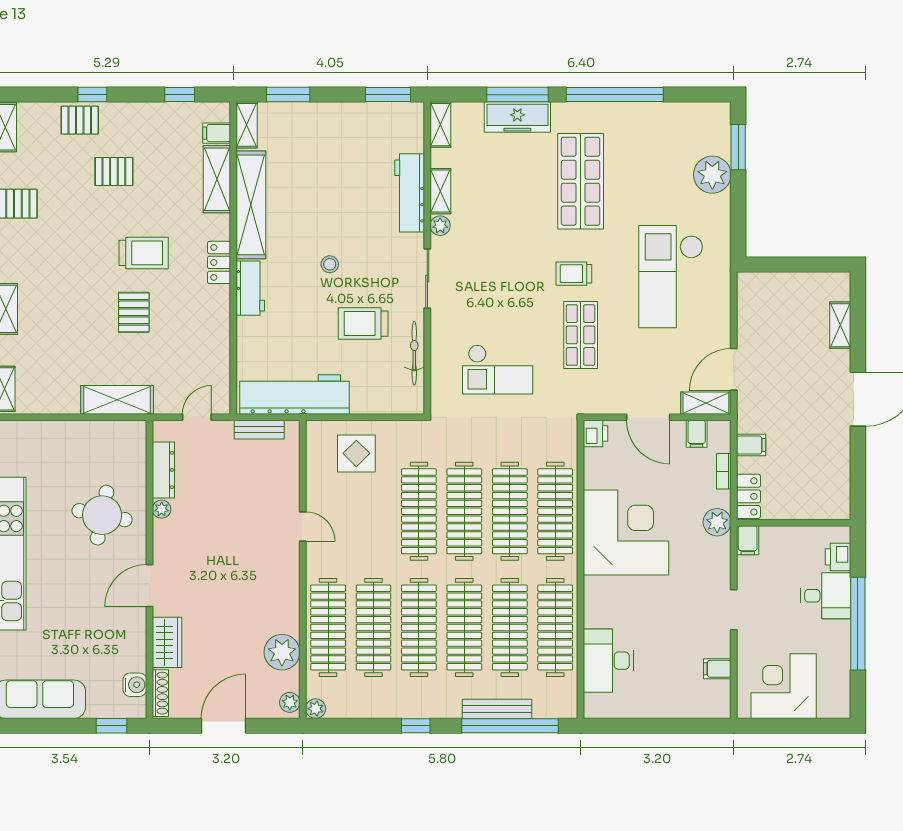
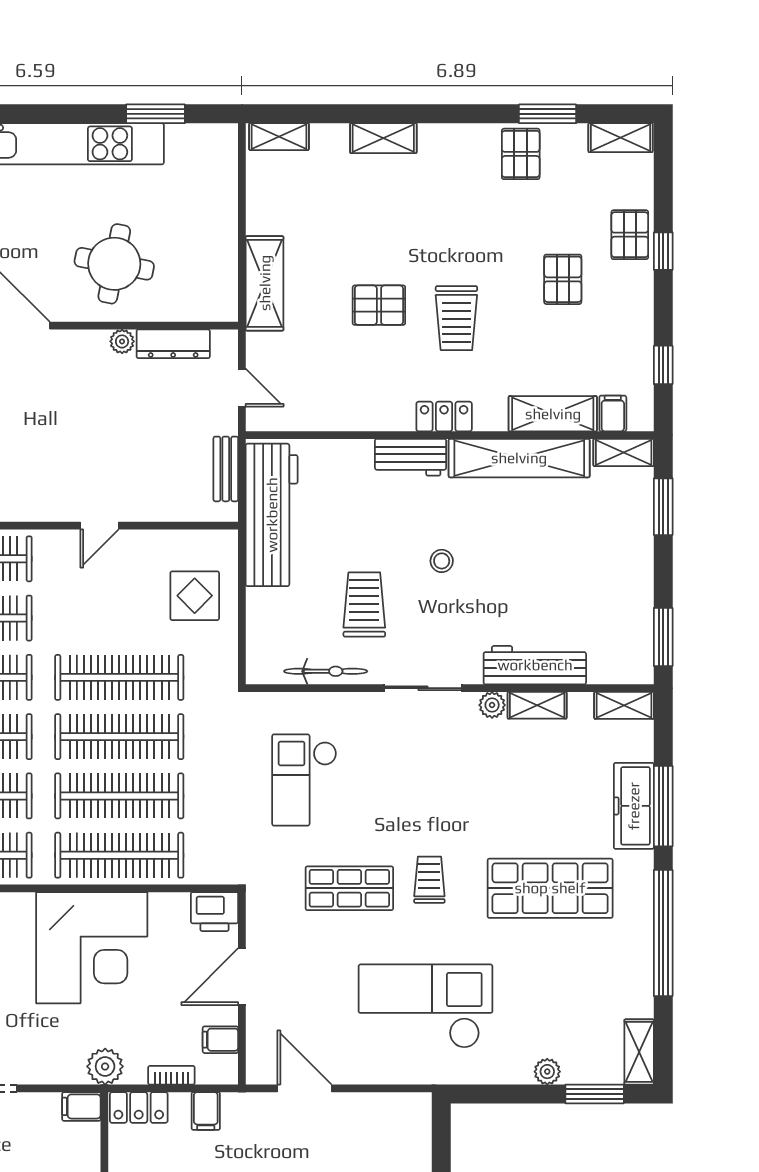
plant: (712, 175) -> (547, 1072), width x0.53, depth x0.53
shelving: (706, 403) -> (639, 1052), moved
printer: (595, 433) -> (215, 912), width x1.36, depth x1.24

